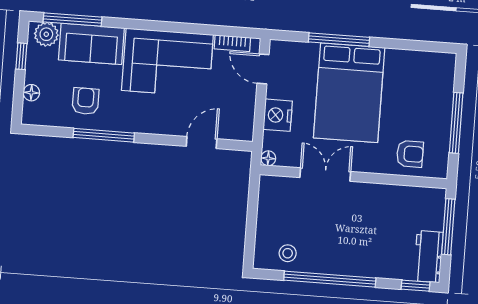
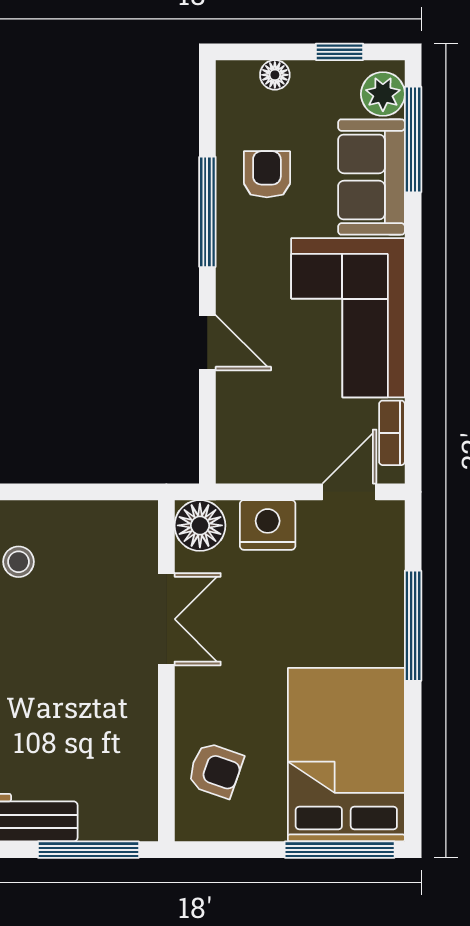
bed: (349, 93) -> (346, 755), moved, turned 90
armchair: (86, 101) -> (267, 174), turned -90
window: (456, 123) -> (340, 850), moved
door: (202, 143) -> (207, 343), moved
armchair: (410, 154) -> (215, 770), turned -71
floor lamp: (268, 158) -> (200, 525), width x1.89, depth x1.89

